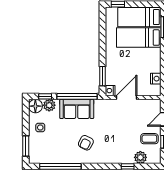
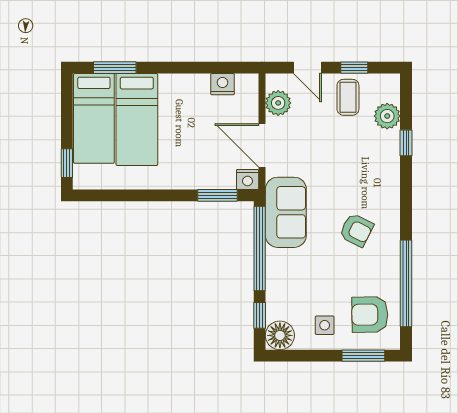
plant: (49, 105) -> (278, 103), moved
sofa: (77, 109) -> (286, 212), moved
armchair: (45, 149) -> (370, 315), added

